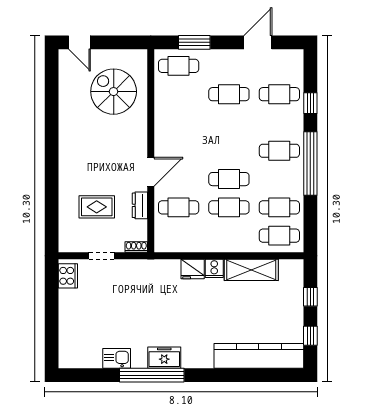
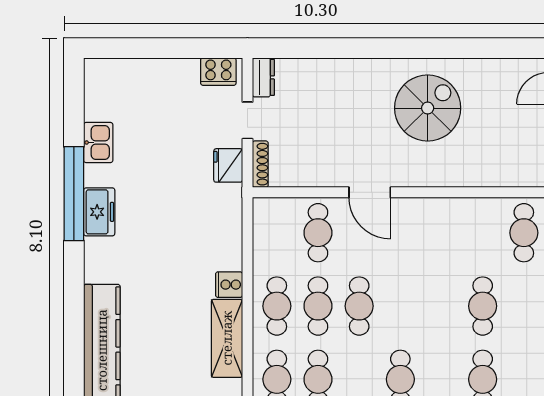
spiral stairs: (114, 92) -> (428, 108), moved
dresser: (140, 205) -> (263, 77), moved, turned 90
rug: (97, 207) -> (319, 114), removed
cafe table: (229, 236) -> (277, 306), added
shoe rack: (136, 247) -> (260, 164), width x1.43
fridge: (193, 269) -> (228, 165), moved

